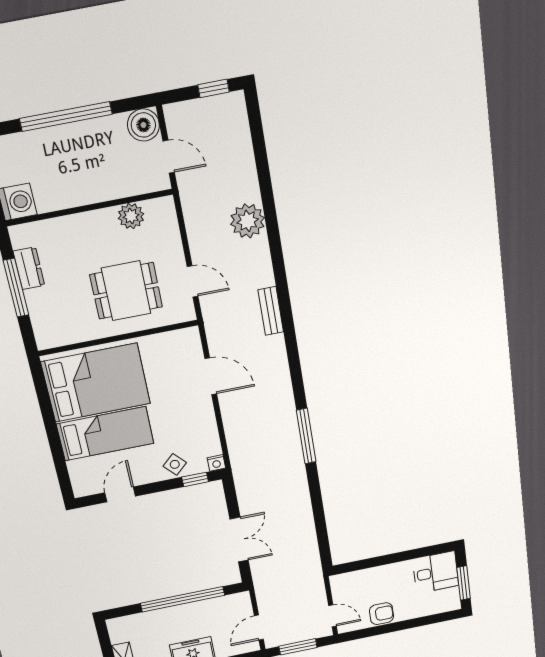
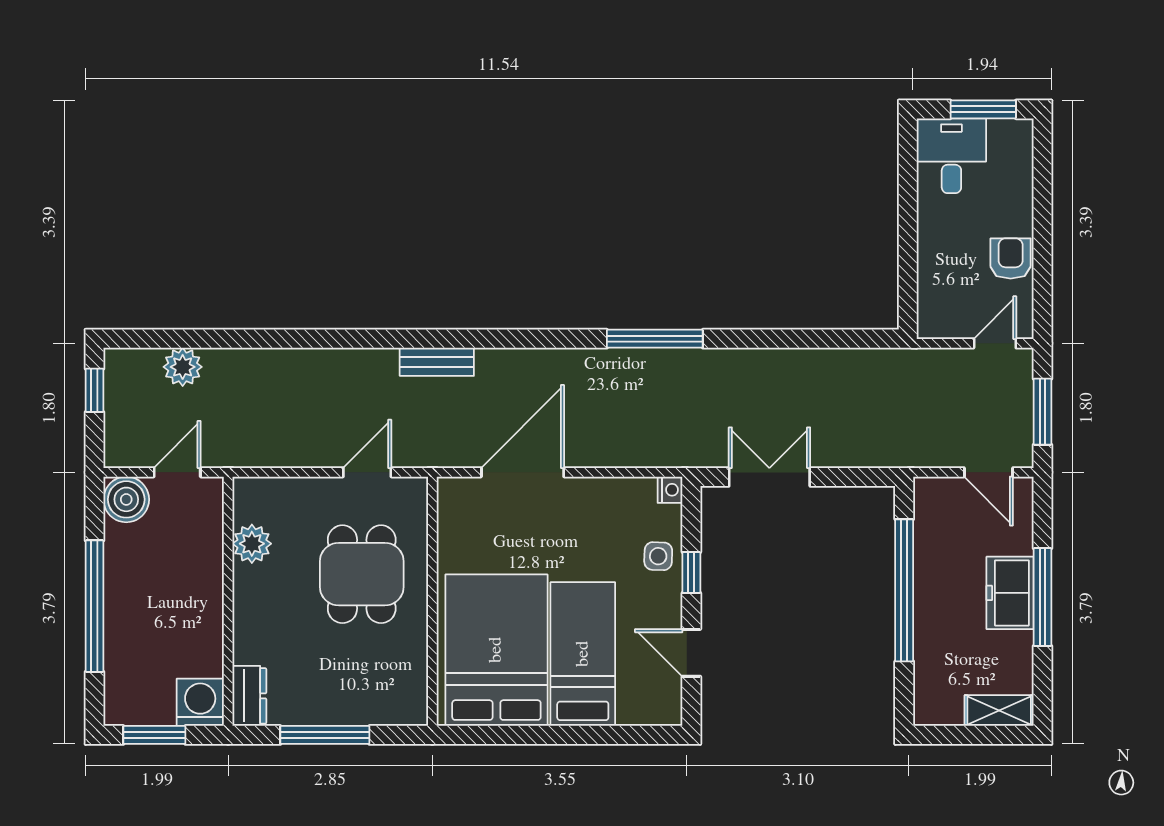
plant: (248, 221) -> (183, 367), moved, width x0.73, depth x0.73
dresser: (29, 268) -> (249, 696), moved, turned 90
door: (211, 376) -> (523, 472), width x1.36
side table: (175, 464) -> (658, 556), turned 45
window: (195, 479) -> (691, 572), moved
double door: (239, 540) -> (769, 477), moved

